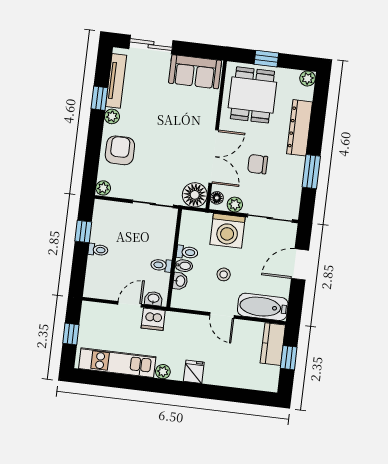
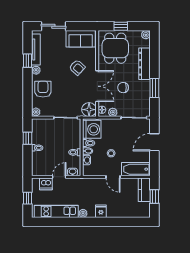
armchair: (183, 120) -> (77, 67), added
washing machine: (227, 231) -> (92, 129), moved, turned -90
dishwasher: (153, 319) -> (46, 184), moved

